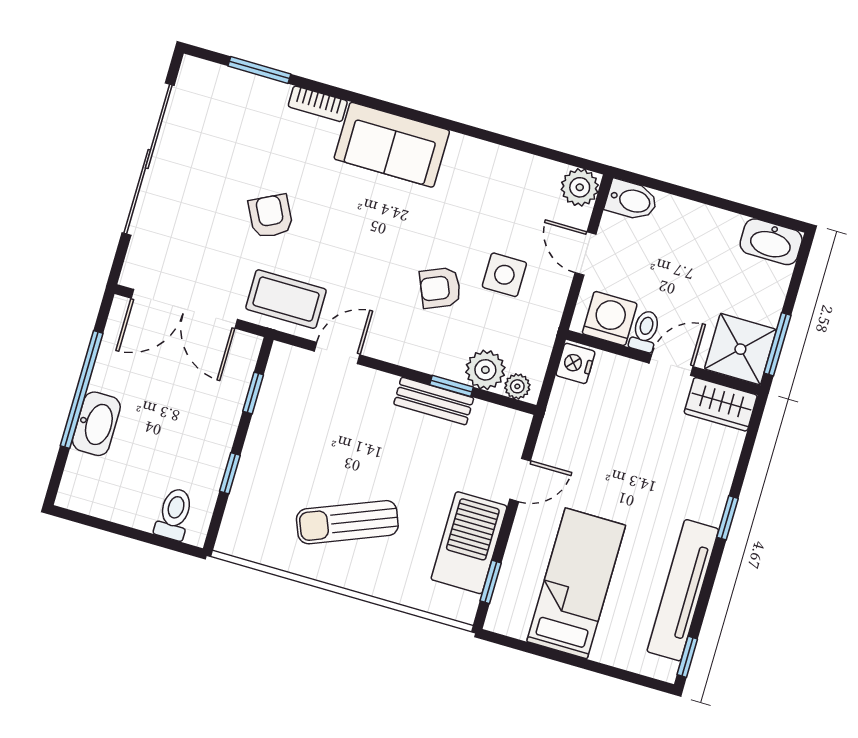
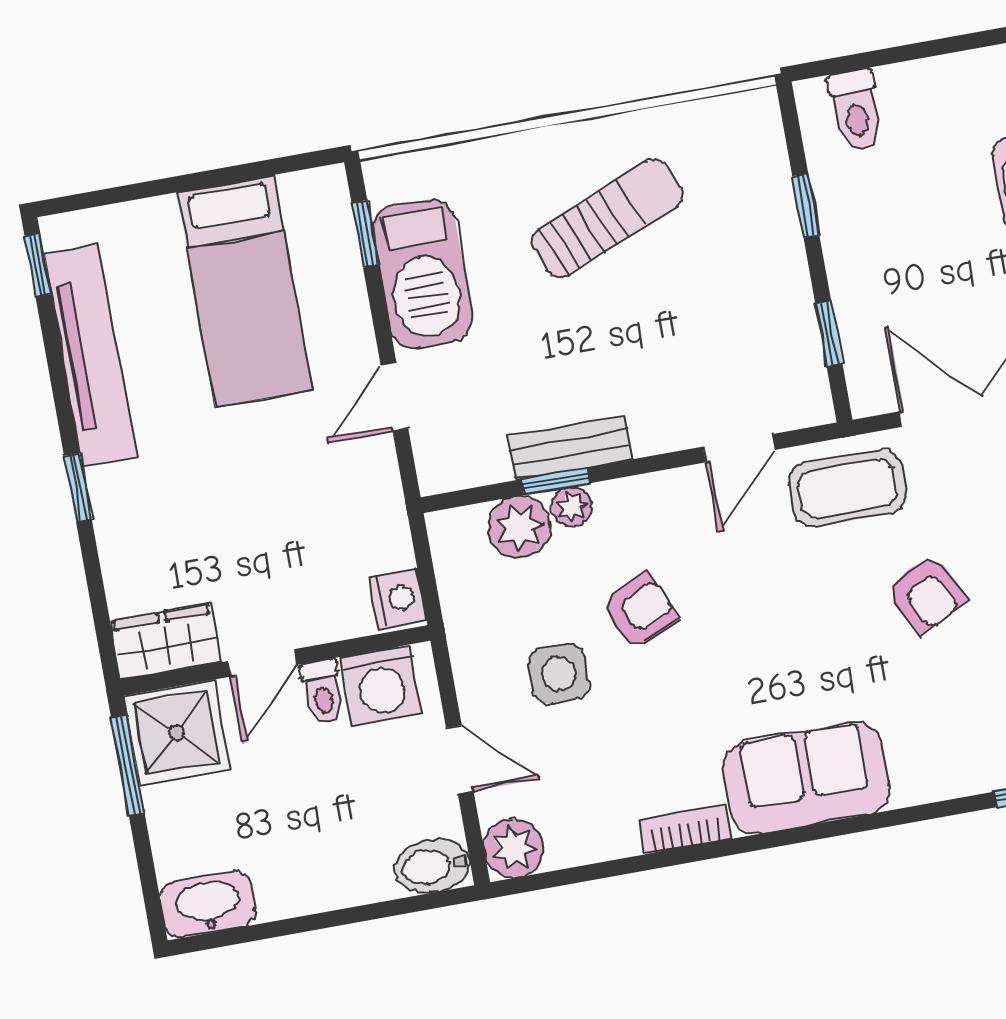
bookcase: (318, 104) -> (685, 830), moved
plant: (517, 386) -> (572, 507), moved

